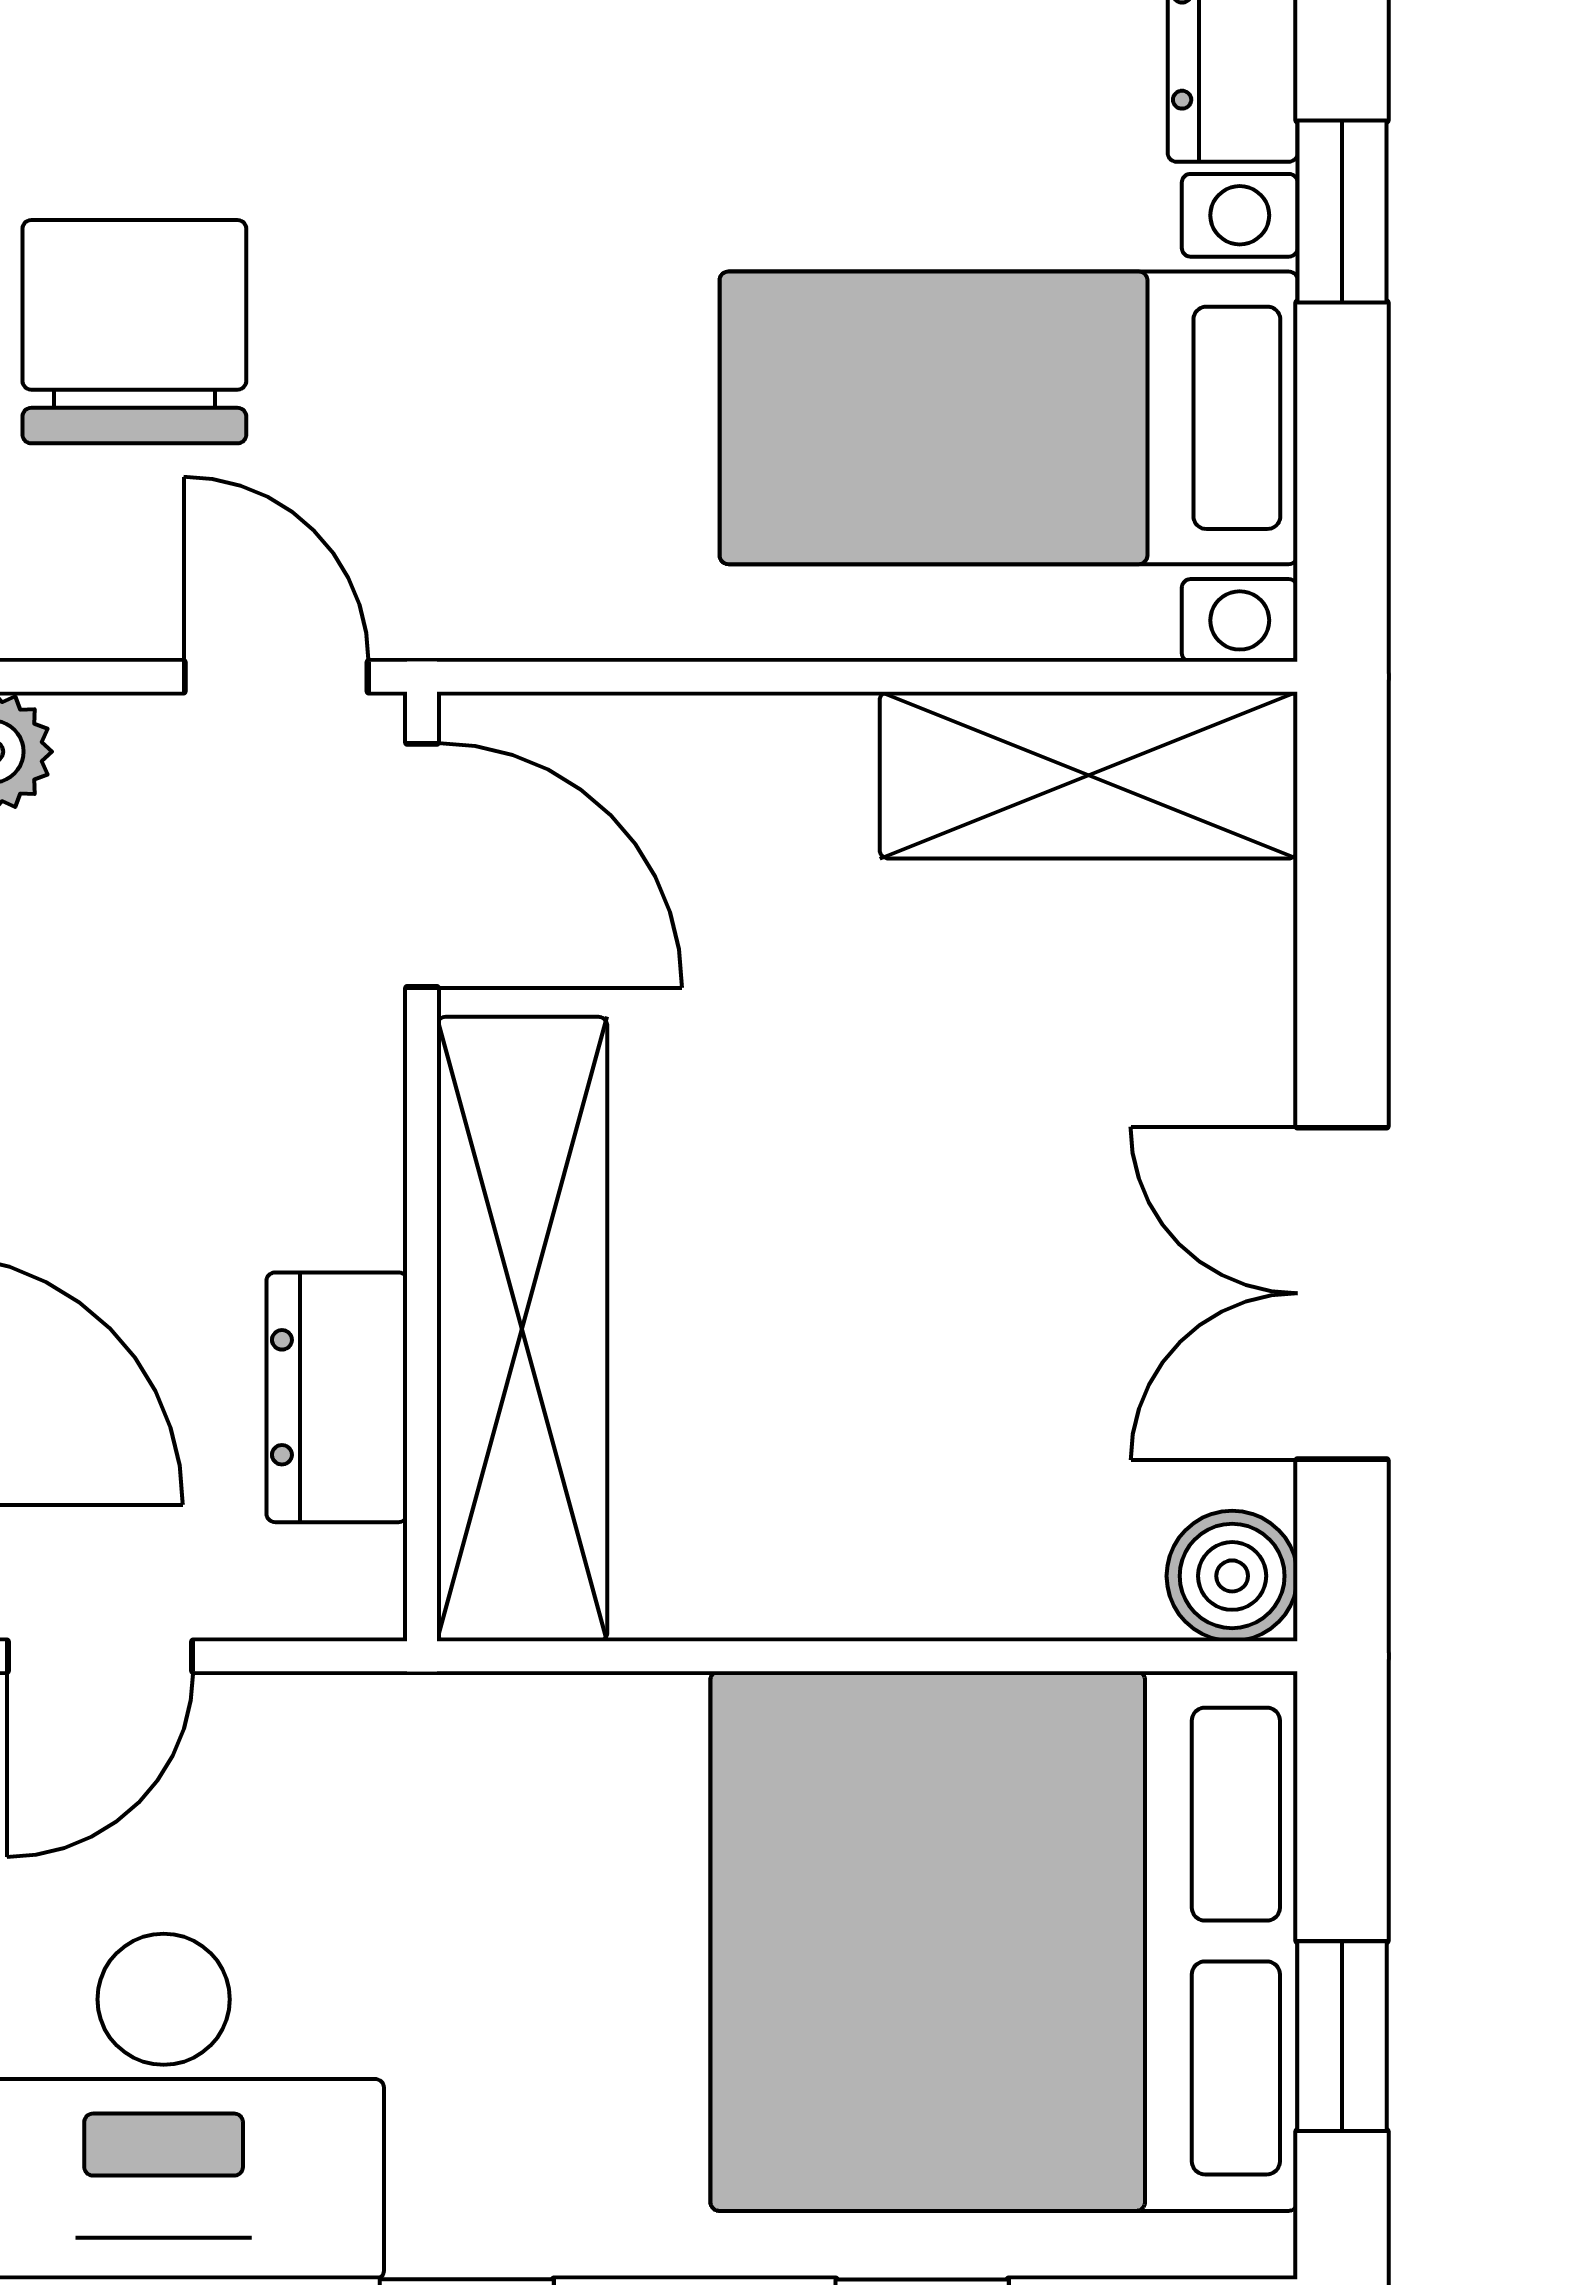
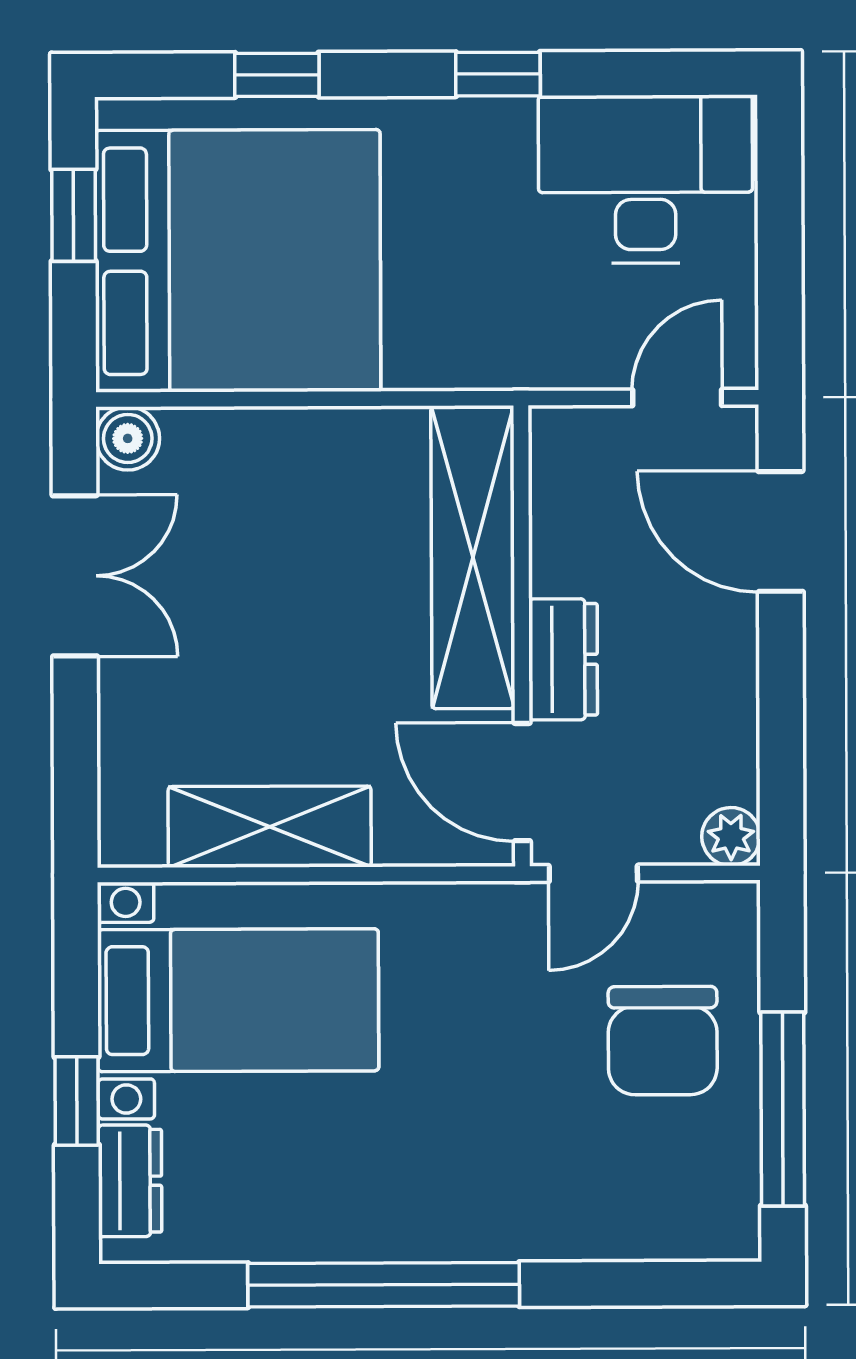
door: (276, 677) -> (593, 873), hinge flipped
shelving: (1089, 775) -> (270, 827), moved
dresser: (337, 1397) -> (563, 659), moved

